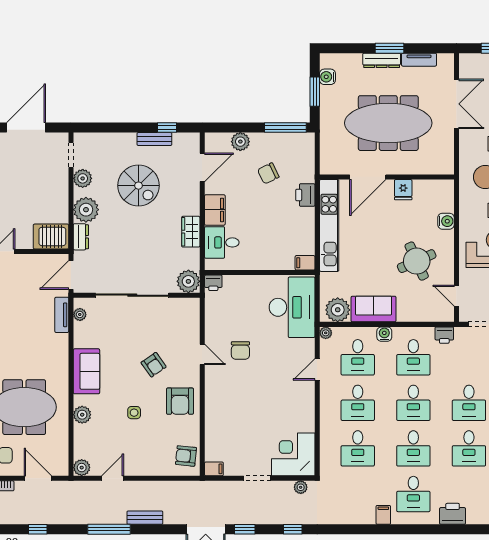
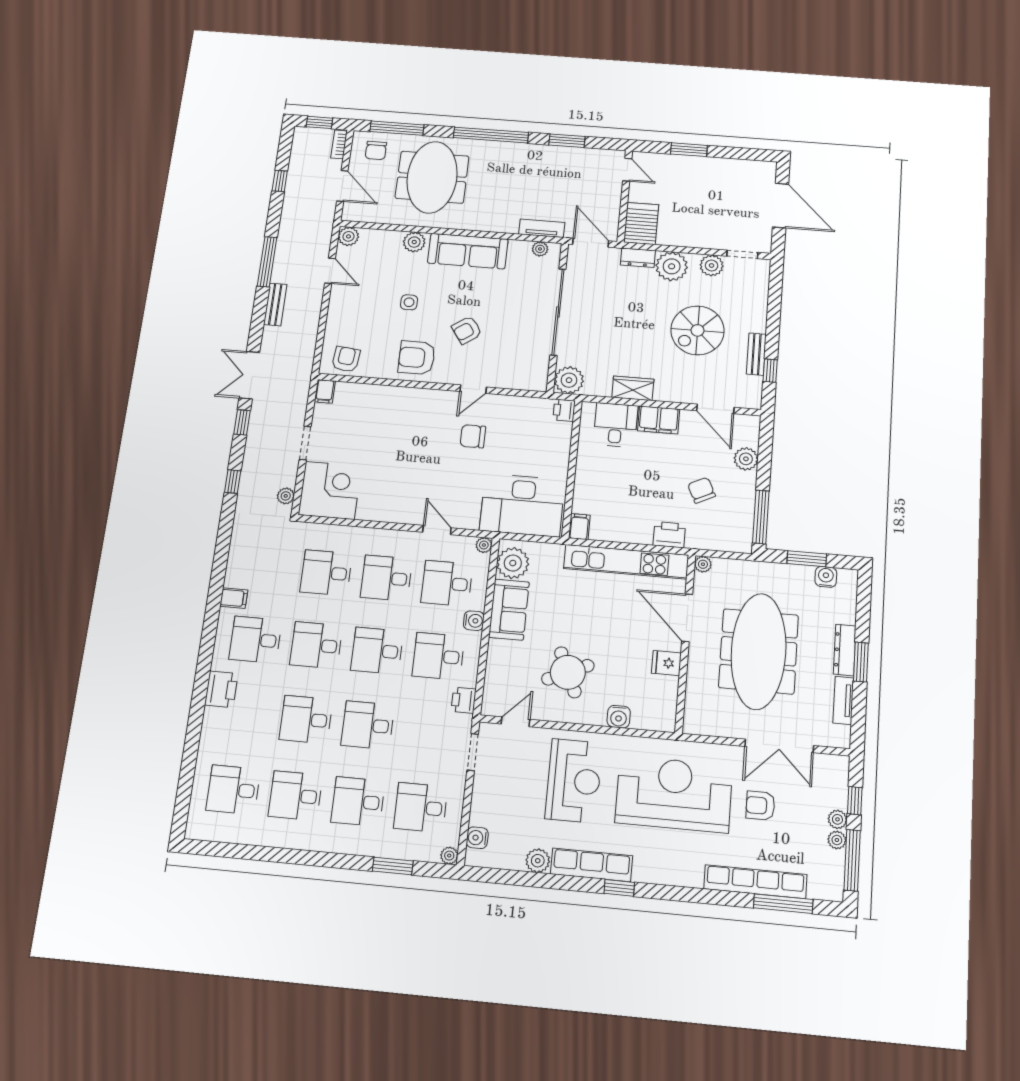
plant: (326, 168) -> (703, 564), added
sofa: (86, 371) -> (468, 251), width x1.36
door: (38, 478) -> (342, 186), hinge flipped

